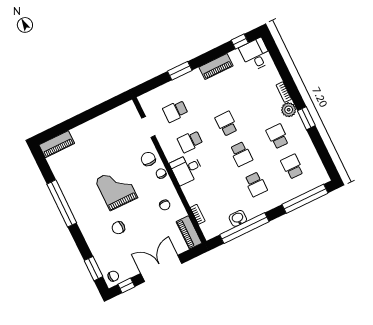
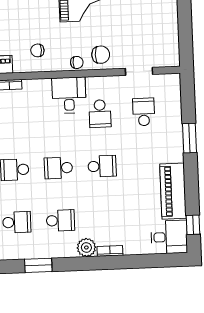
piano: (216, 66) -> (173, 191), width x1.37, depth x1.33
window: (306, 118) -> (38, 265), moved
school desk: (190, 141) -> (100, 114), turned 180

